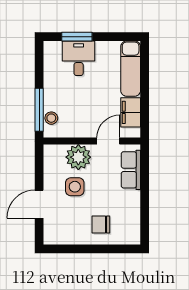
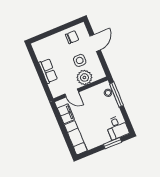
desk: (79, 58) -> (117, 127), moved
door: (108, 141) -> (72, 93), hinge flipped
row of seats: (131, 170) -> (48, 71), moved
chair: (101, 224) -> (72, 37), moved

